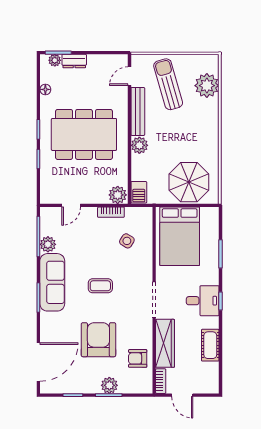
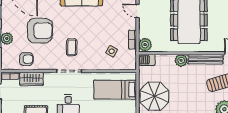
bed: (180, 236) -> (115, 90), width x0.67
coffee table: (100, 286) -> (72, 47), moved
wardrobe: (165, 343) -> (31, 79), width x0.67
armchair: (138, 358) -> (26, 59), turned 90

